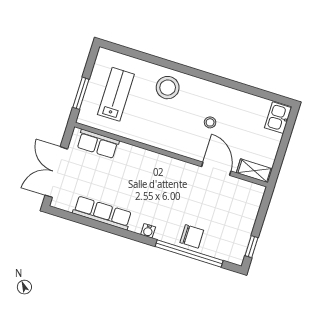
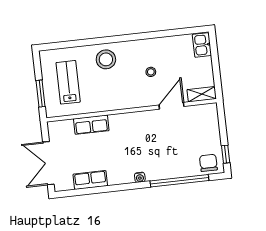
row of seats: (98, 144) -> (91, 125), moved
door: (216, 169) -> (171, 106), hinge flipped
row of seats: (102, 213) -> (90, 180), width x0.68
chair: (192, 236) -> (208, 163), moved, turned -90

